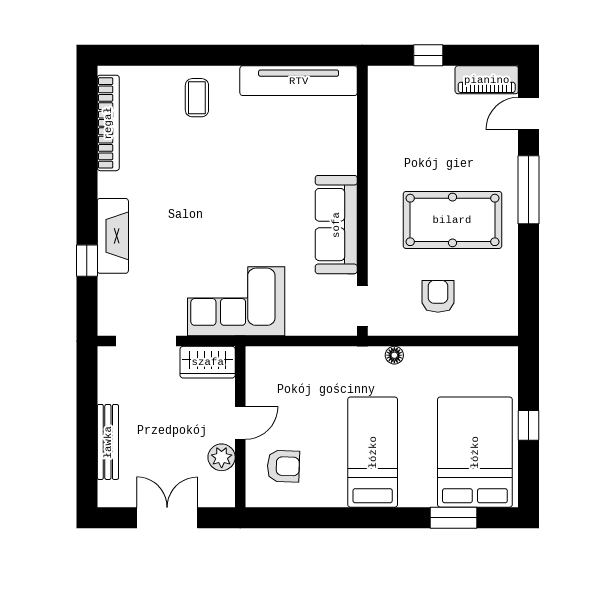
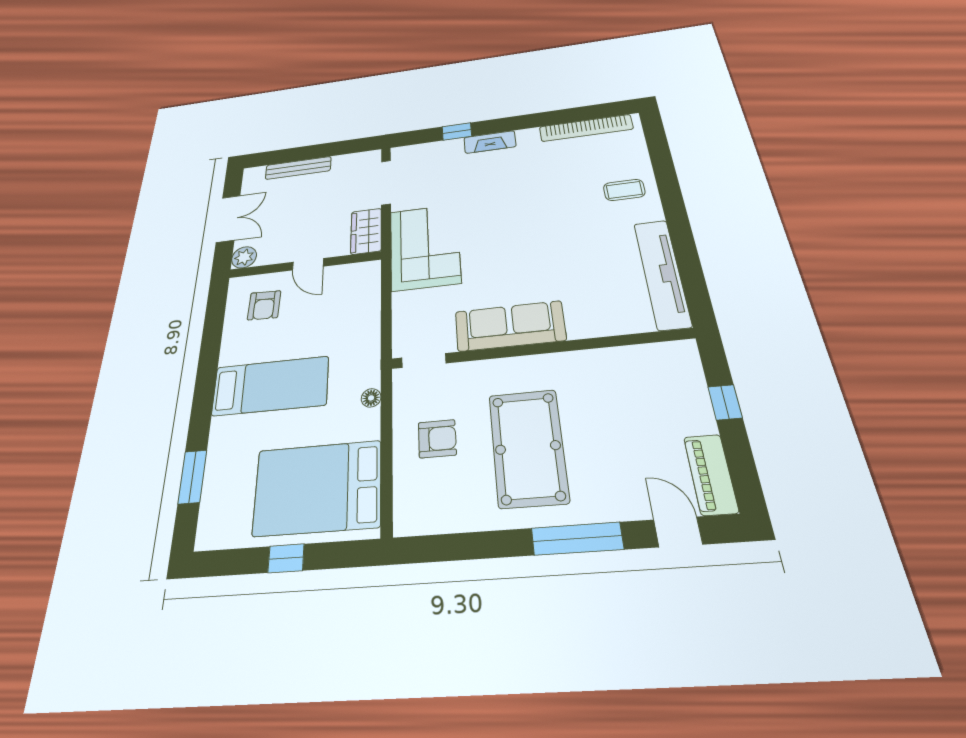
fireplace: (113, 236) -> (490, 142), width x0.73, depth x0.76
bed: (475, 452) -> (318, 488), moved, turned 180
plant: (222, 457) -> (244, 257), moved

